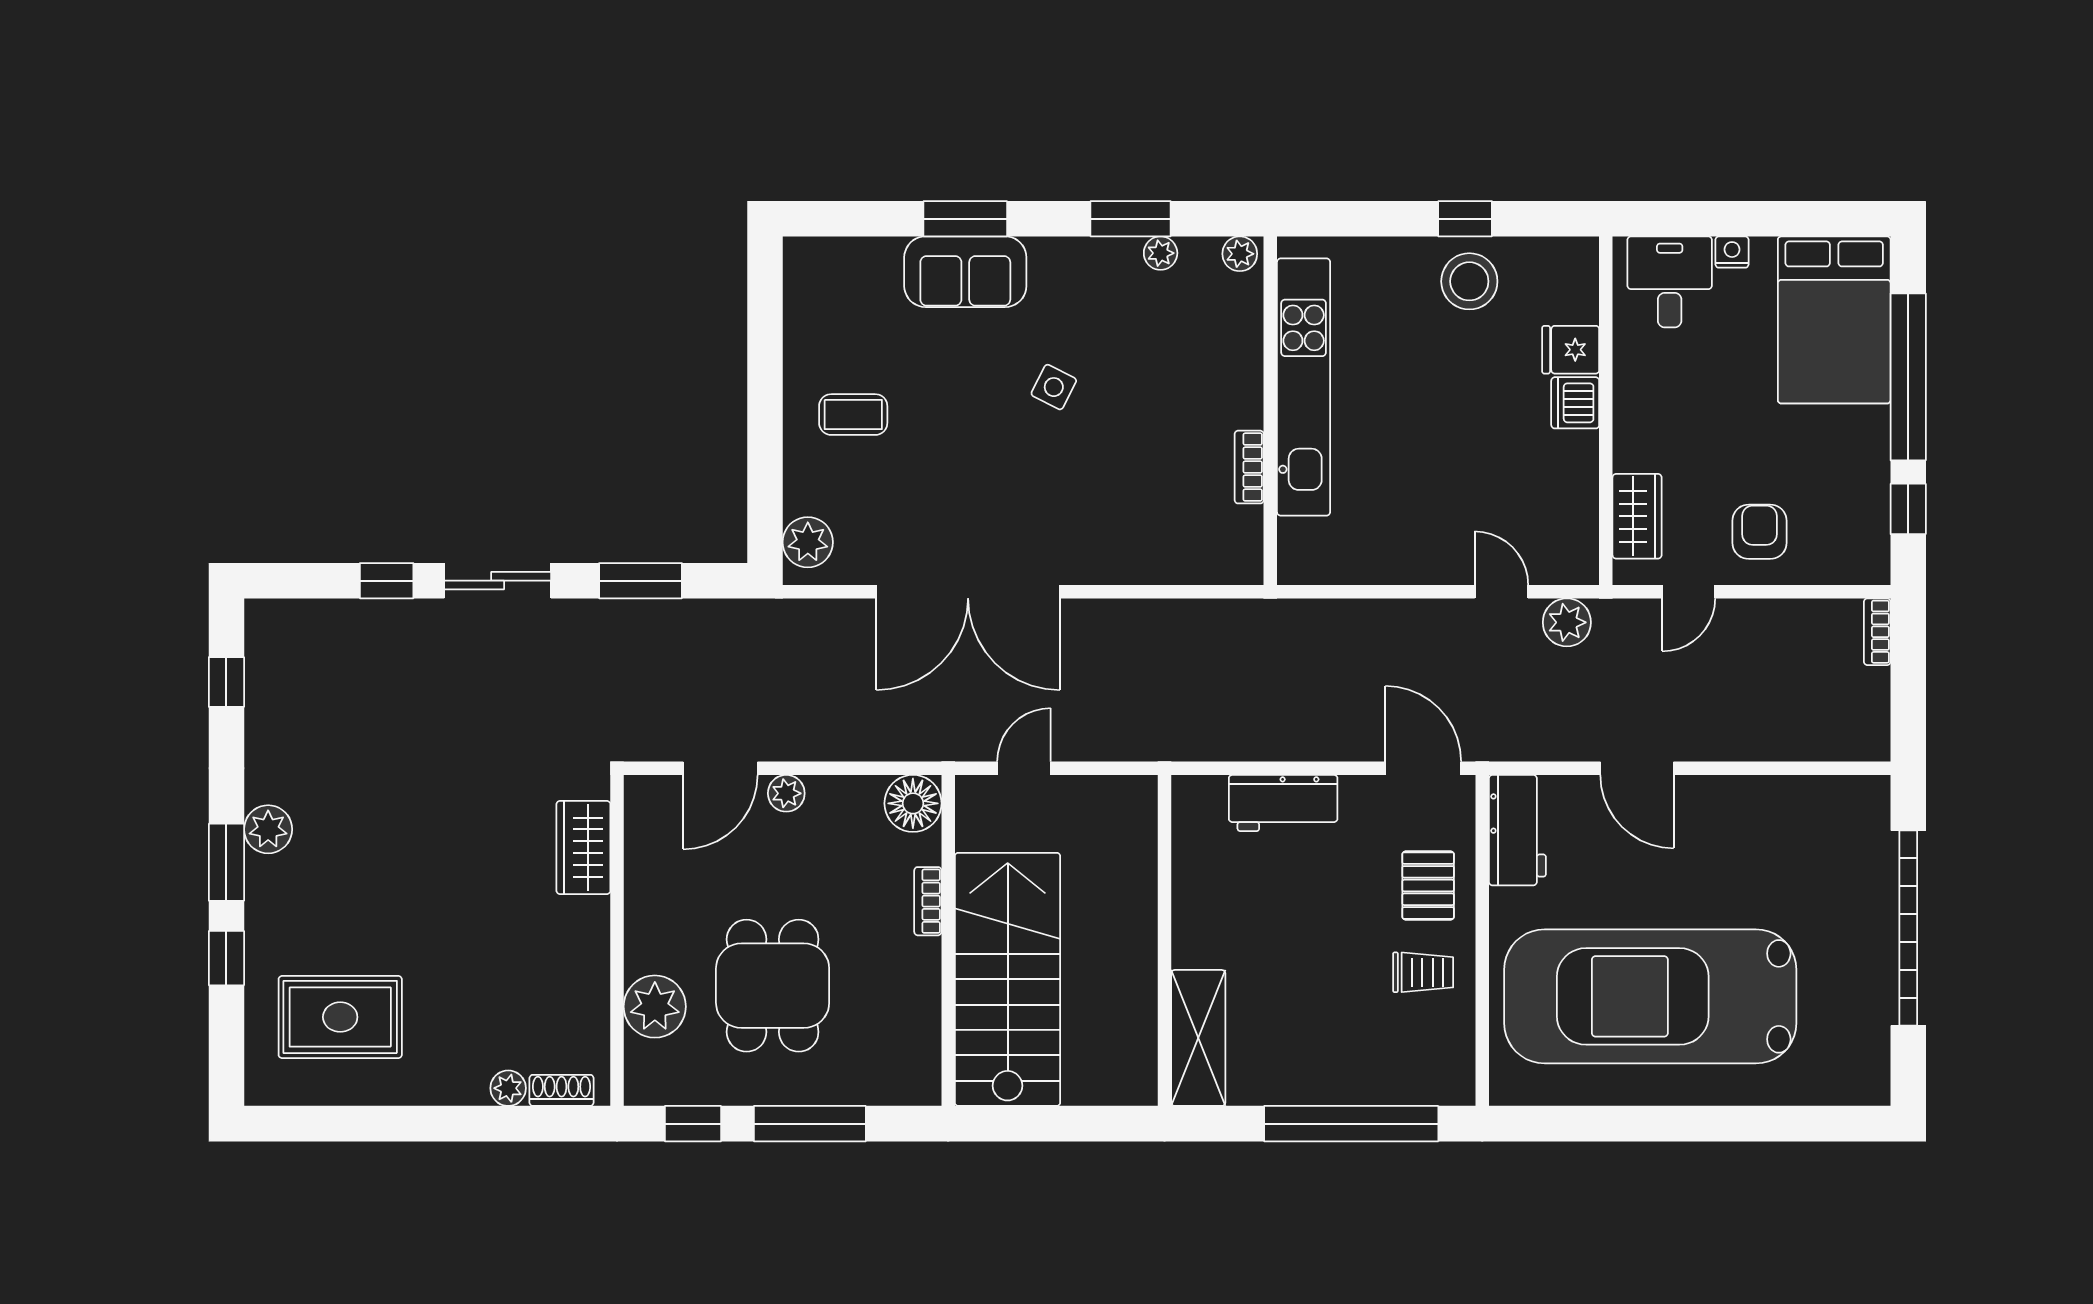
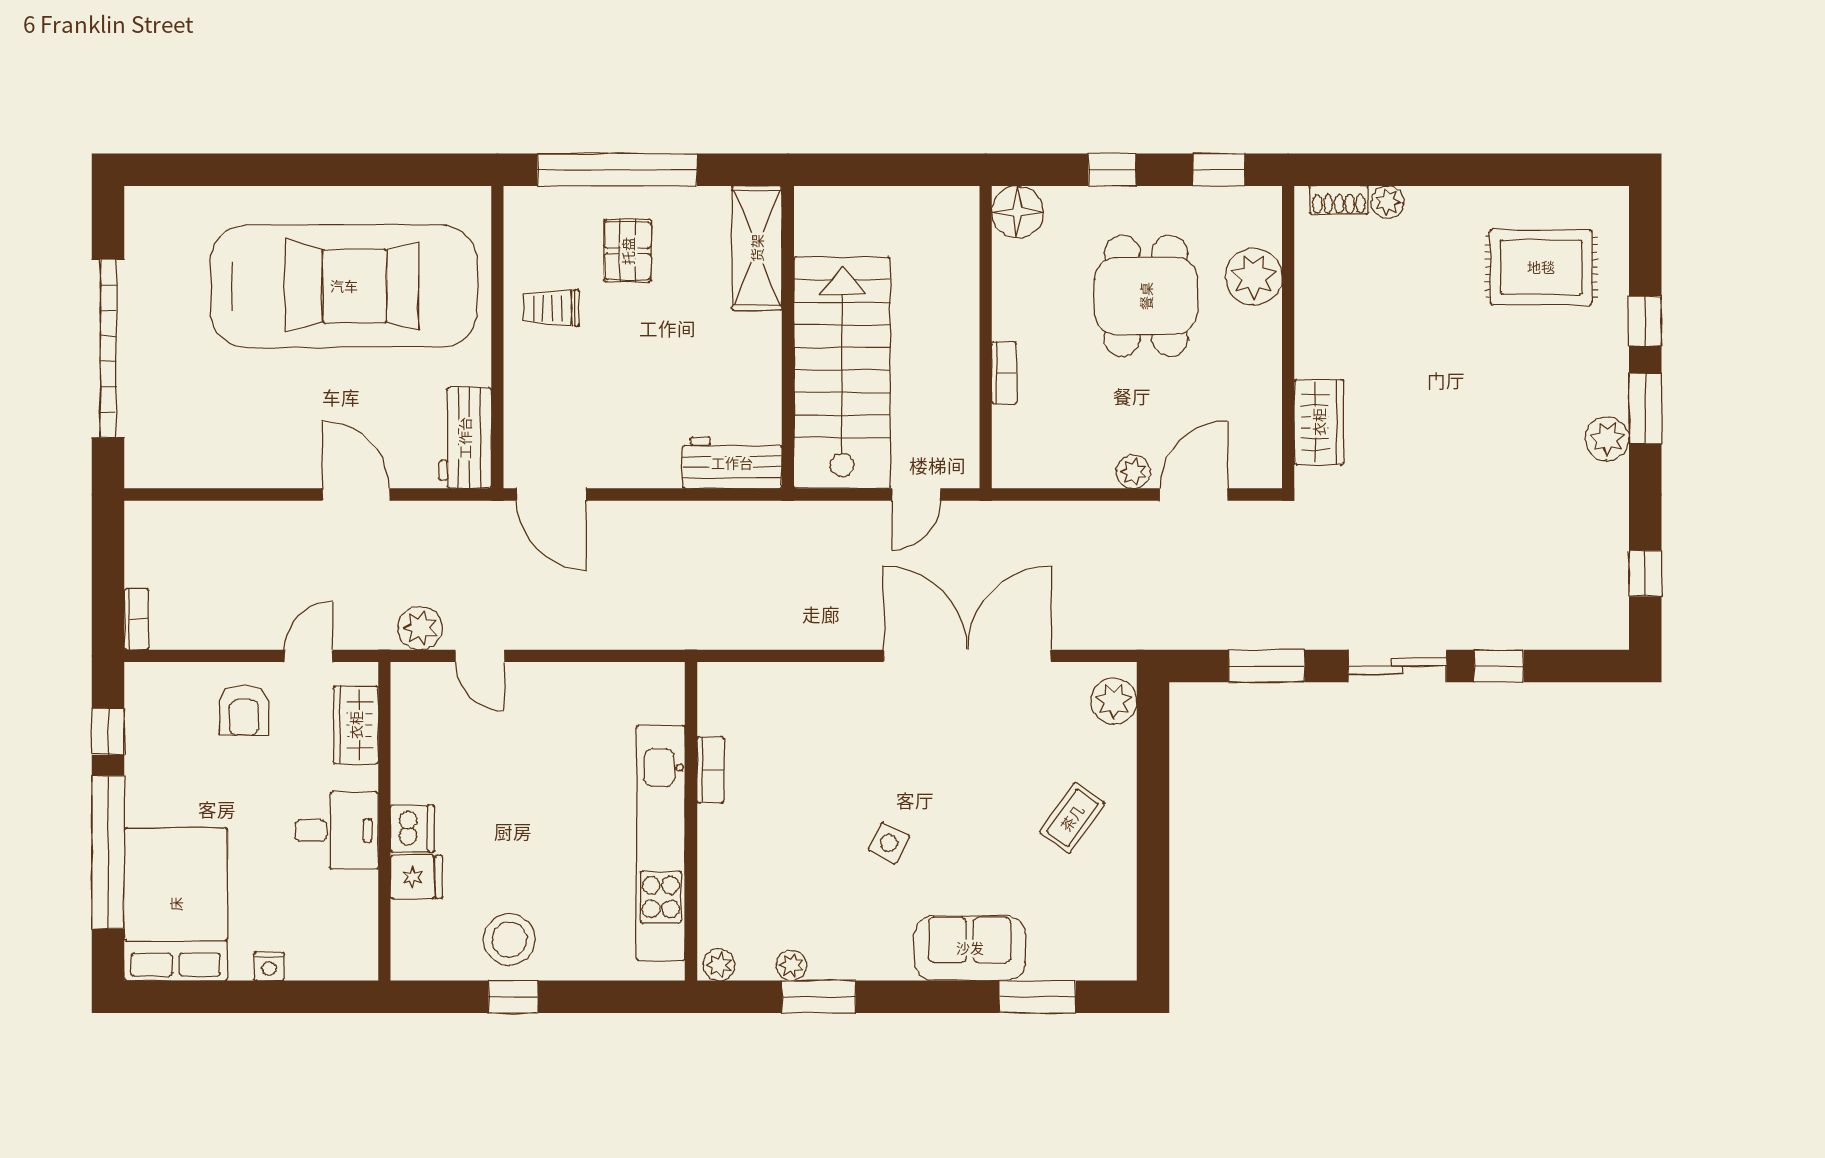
window: (965, 219) -> (1037, 997), moved
desk: (1670, 282) -> (337, 831), moved, turned -90
coffee table: (853, 415) -> (1072, 818), turned -55
floor lamp: (913, 803) -> (1018, 212), moved
workbench: (1283, 803) -> (732, 463), moved
pallet: (1428, 886) -> (628, 251), moved
stairs: (1008, 979) -> (842, 373), moved, turned 180
window: (810, 1124) -> (1112, 170), width x0.46

